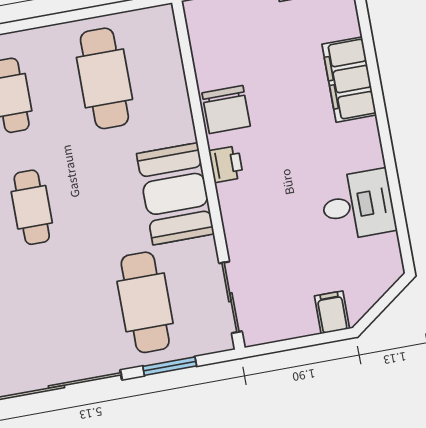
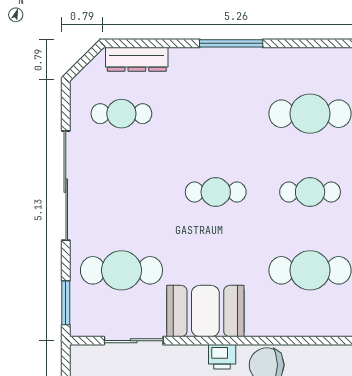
sliding door: (230, 297) -> (134, 341), moved
window: (170, 366) -> (66, 303), moved

